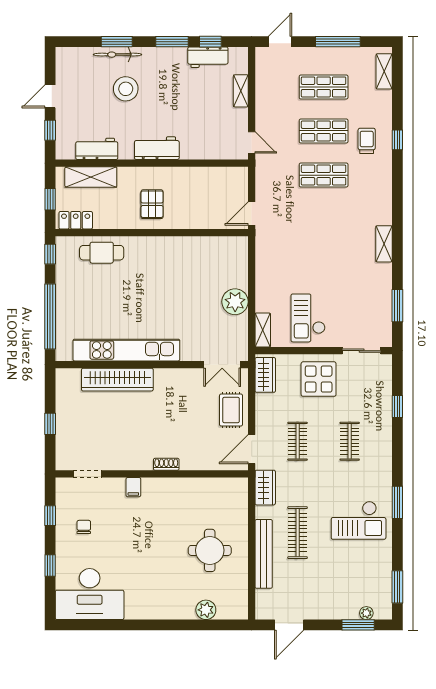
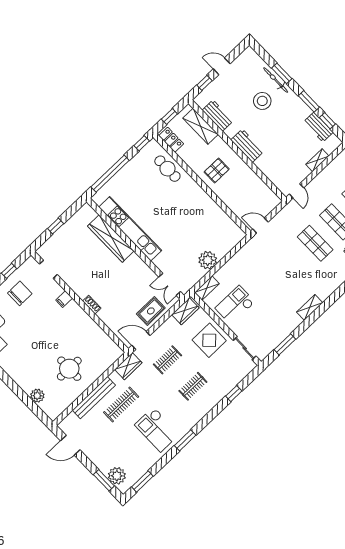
chair: (84, 527) -> (20, 293), width x1.87, depth x1.87
plant: (366, 613) -> (117, 476), width x1.87, depth x1.87

